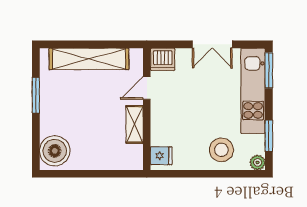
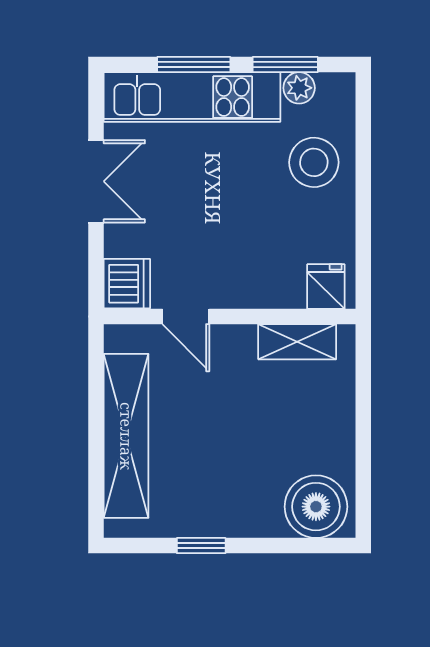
window: (269, 70) -> (194, 65), moved
window: (36, 95) -> (201, 546), width x0.67
shelving: (135, 124) -> (297, 342), moved
plant: (258, 162) -> (299, 88), moved

